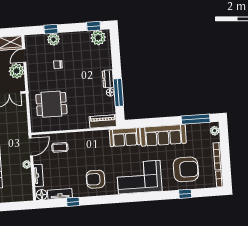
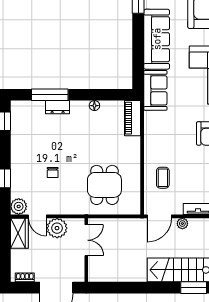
plant: (98, 38) -> (21, 116), removed
plant: (53, 39) -> (19, 206), moved
dresser: (108, 79) -> (58, 107), moved
window: (118, 92) -> (50, 95), moved
door: (31, 147) -> (159, 216), swing flipped

